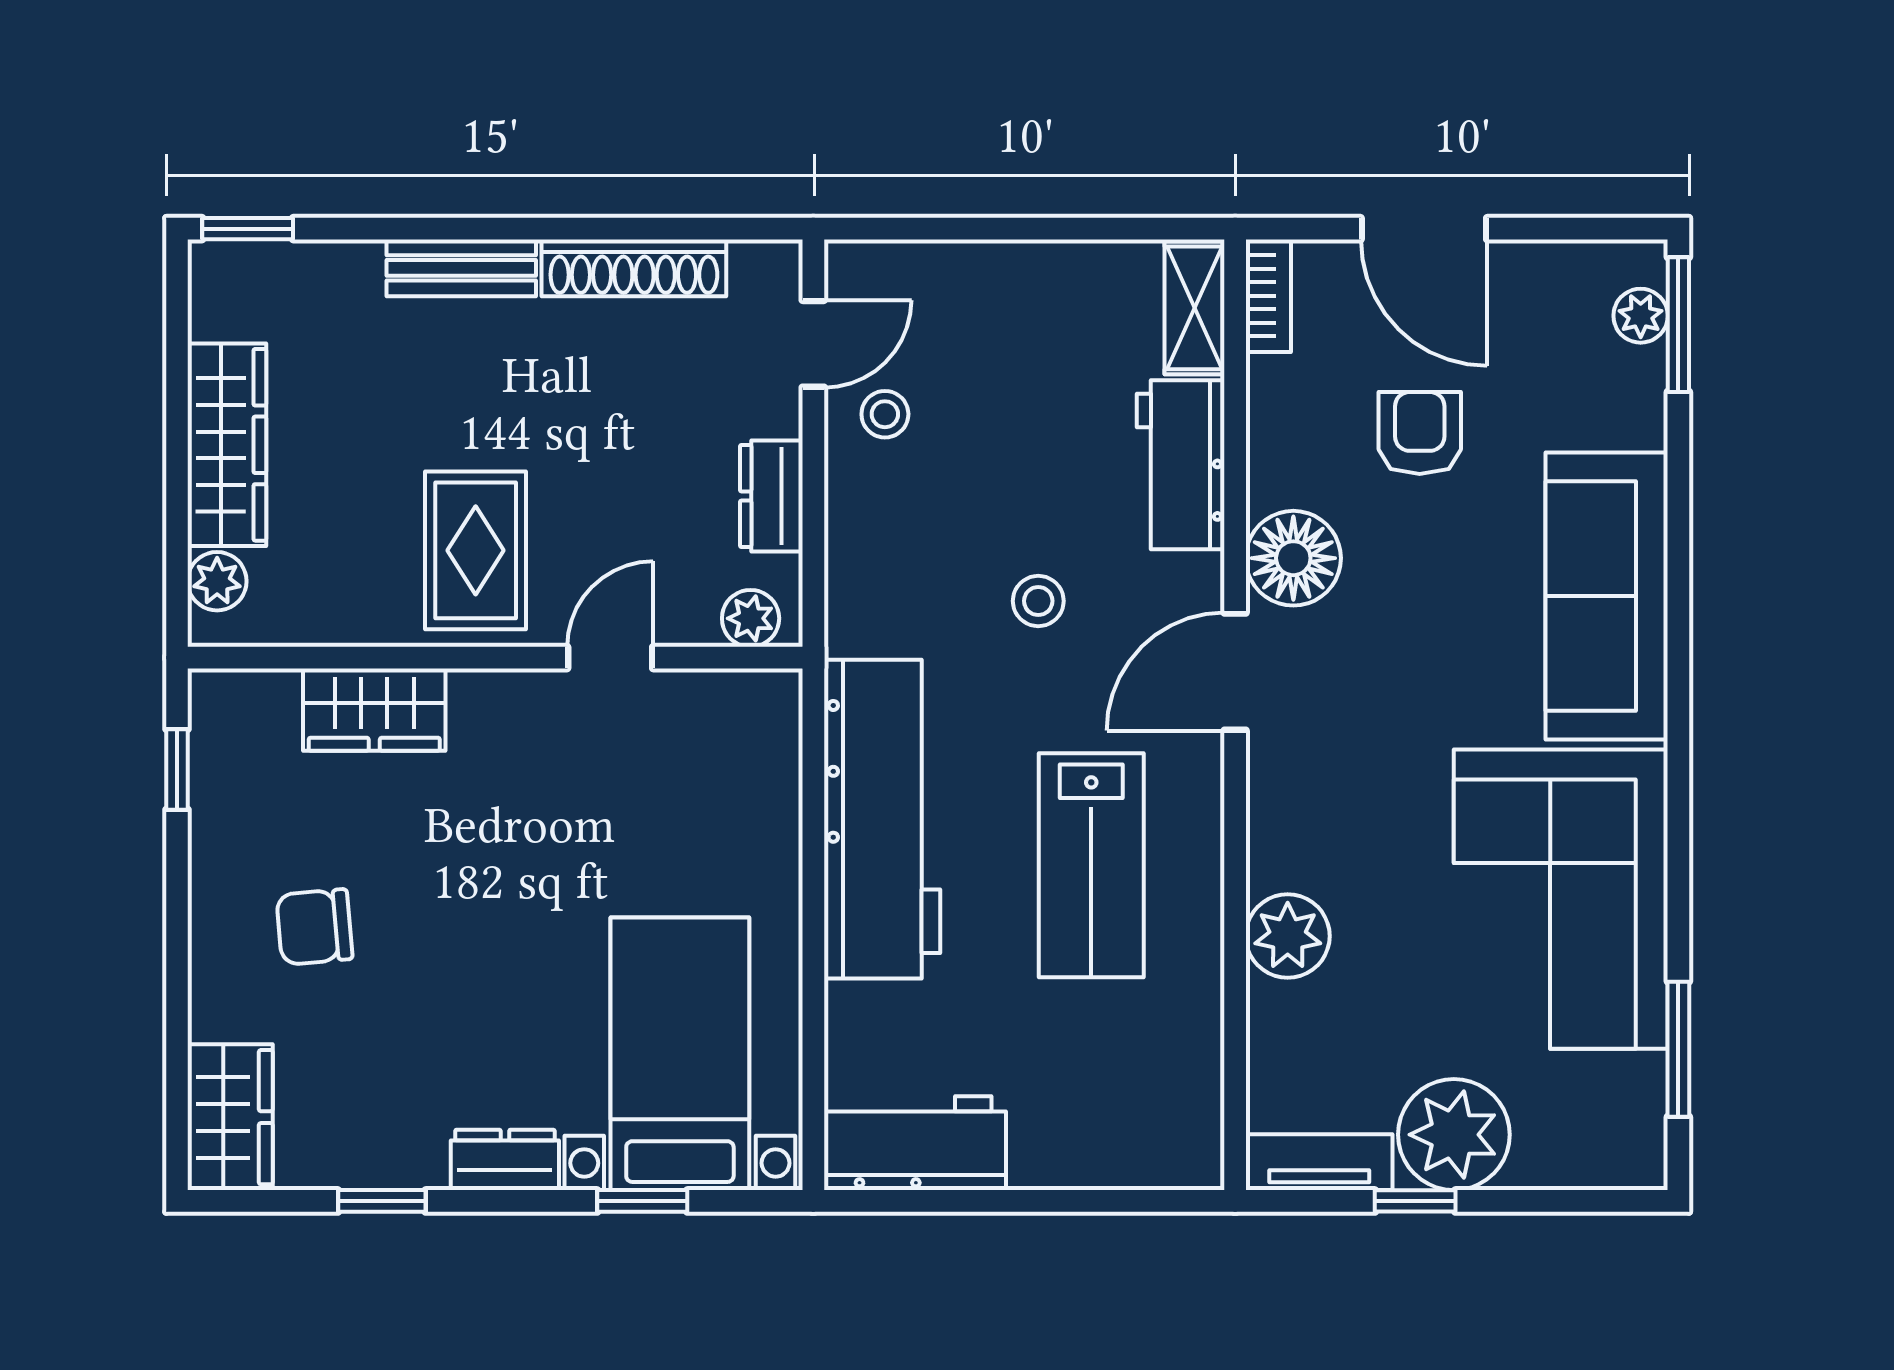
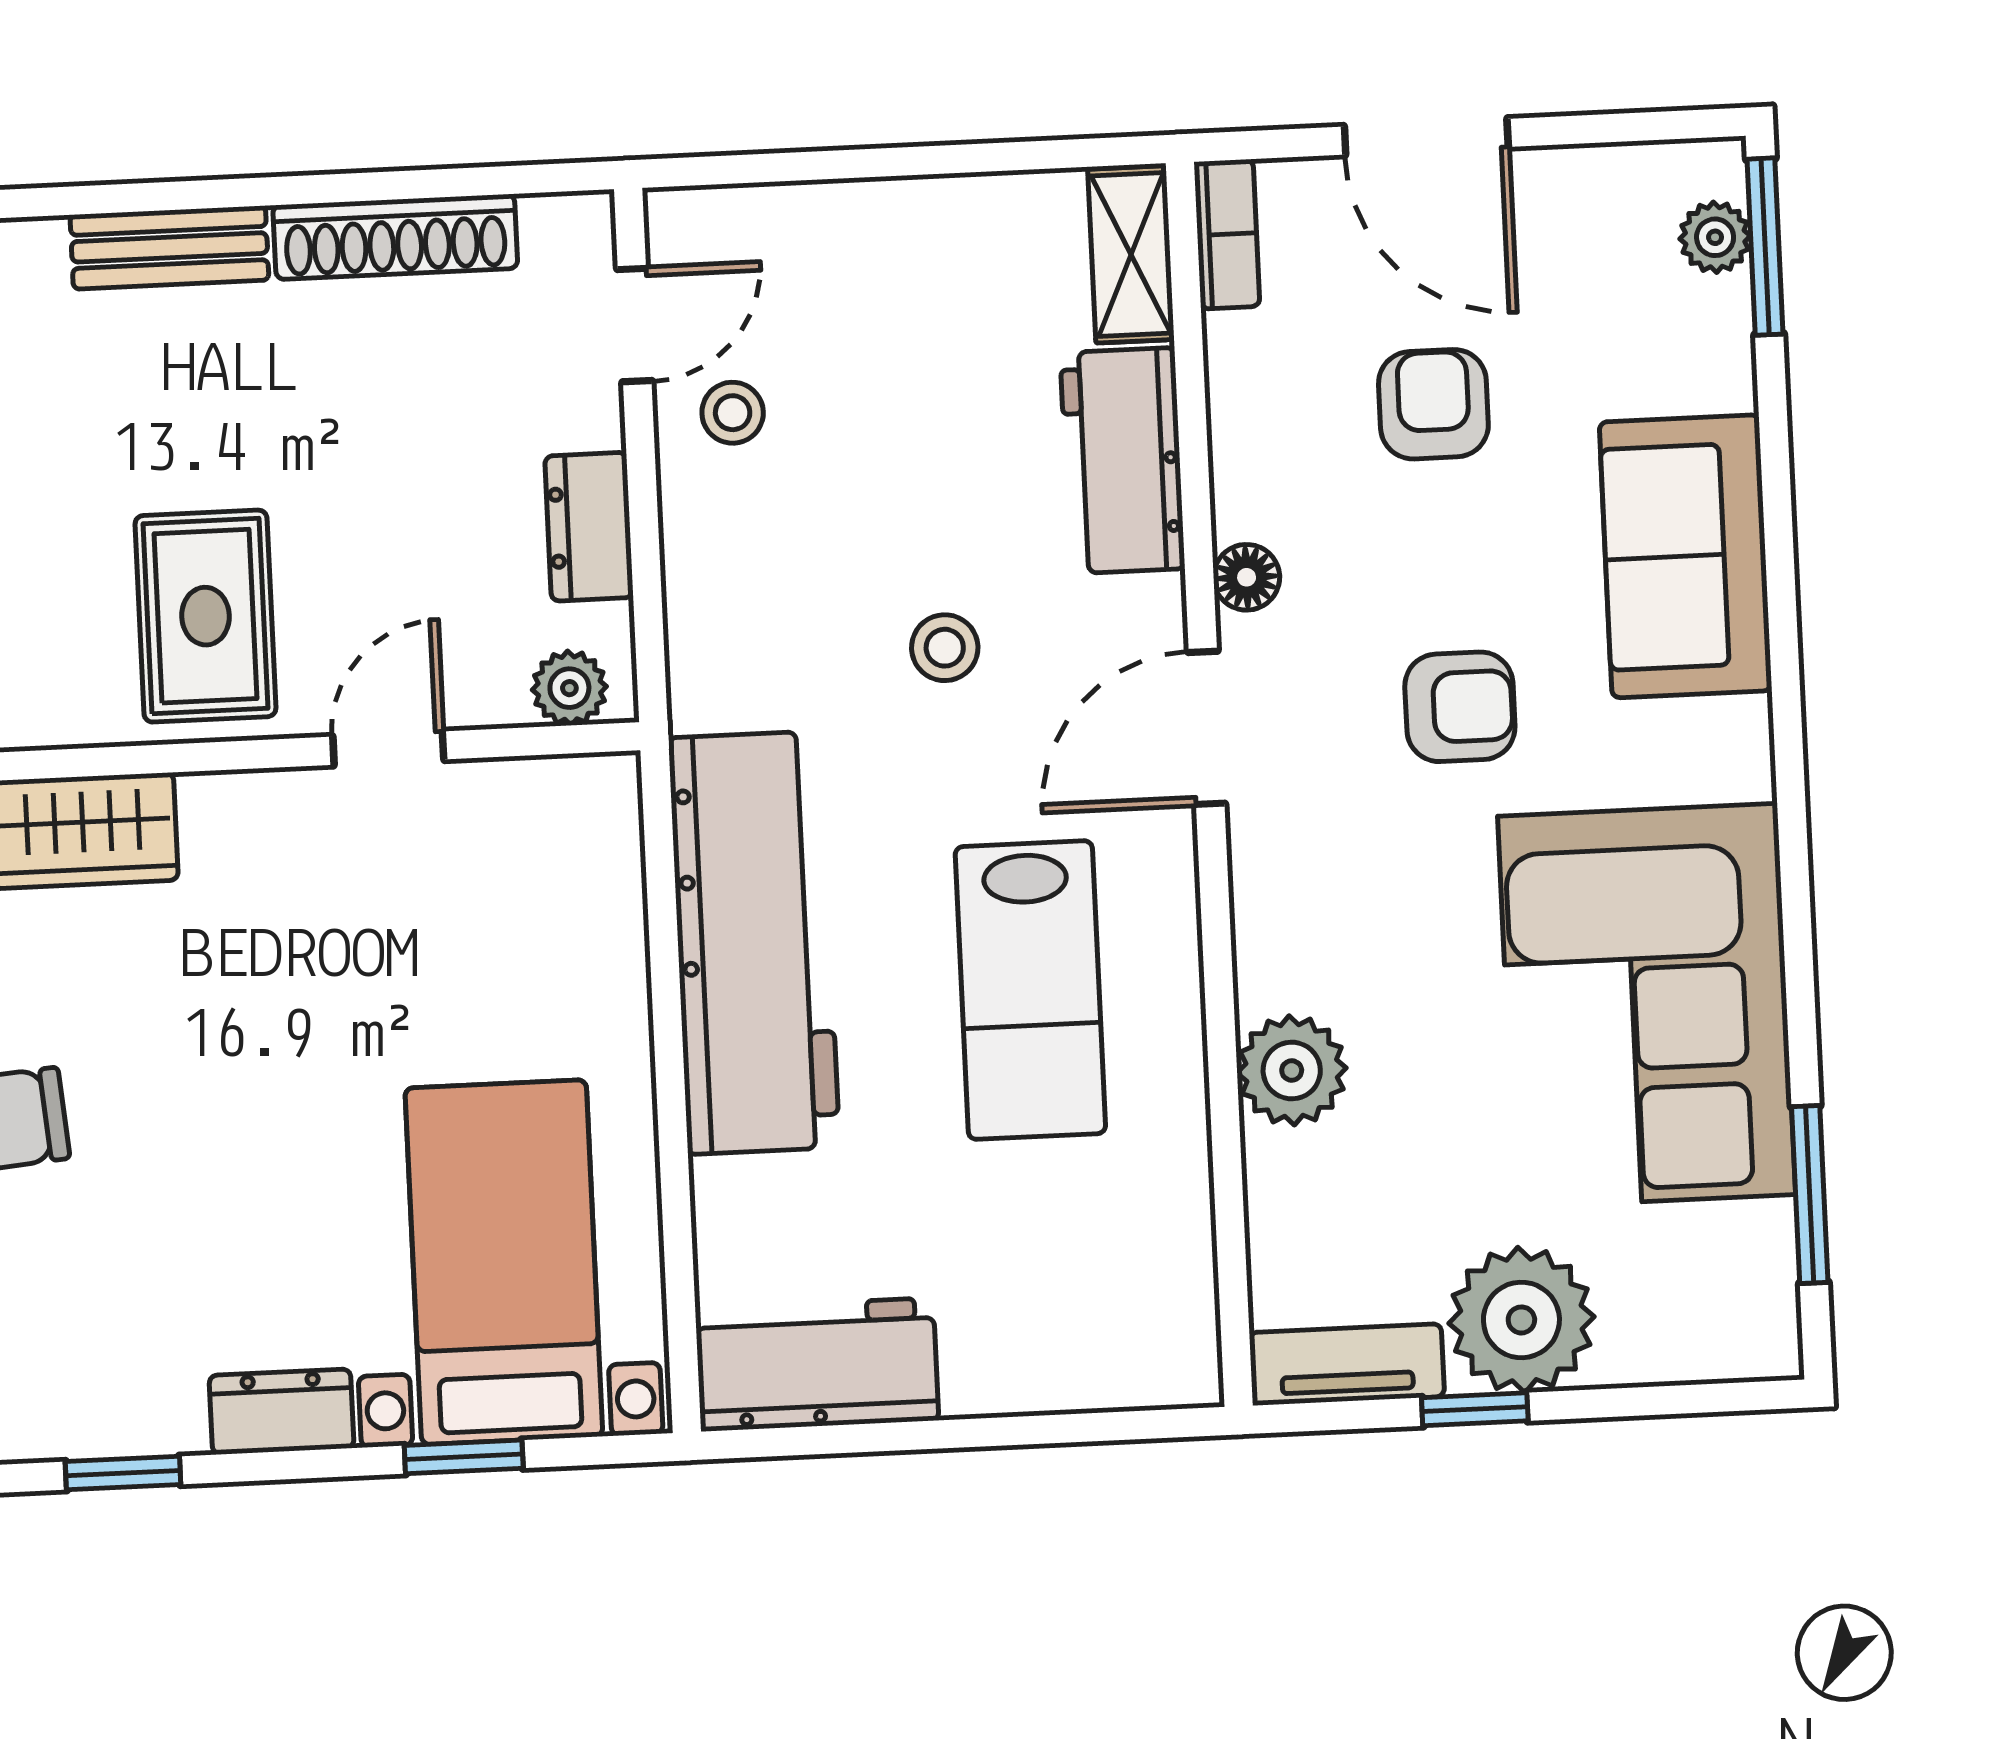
floor lamp: (1293, 558) -> (1247, 577), width x0.53, depth x0.53
sofa: (1607, 596) -> (1686, 556), width x0.73
armchair: (1429, 665) -> (1460, 707), added

